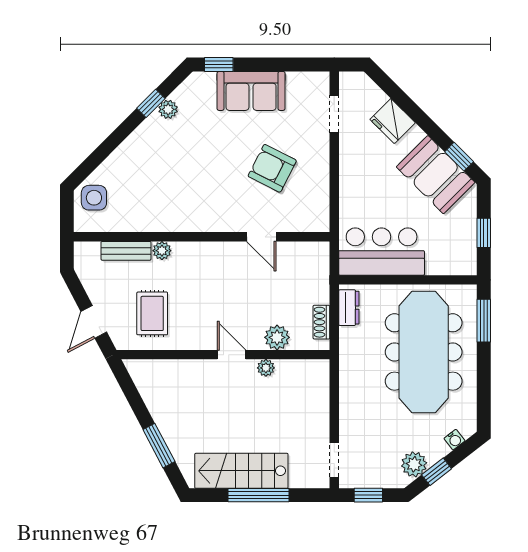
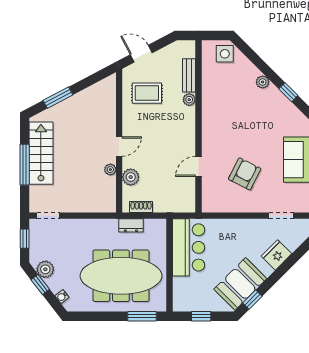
plant: (168, 109) -> (263, 82), moved
dresser: (349, 308) -> (131, 225), moved

